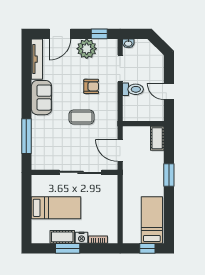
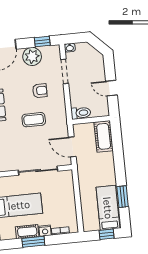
toilet: (133, 89) -> (81, 113), moved
cot: (157, 138) -> (104, 136), width x1.37, depth x1.34
window: (169, 175) -> (123, 197), moved

